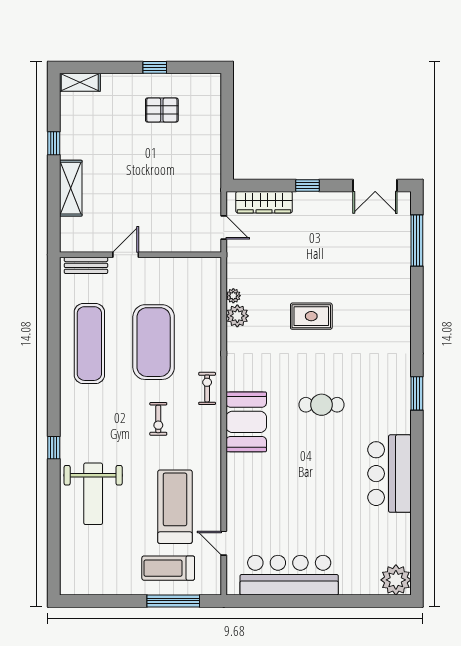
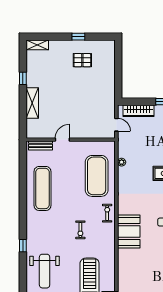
plant: (237, 316) -> (124, 173), removed
exercise mat: (154, 342) -> (97, 176), moved

